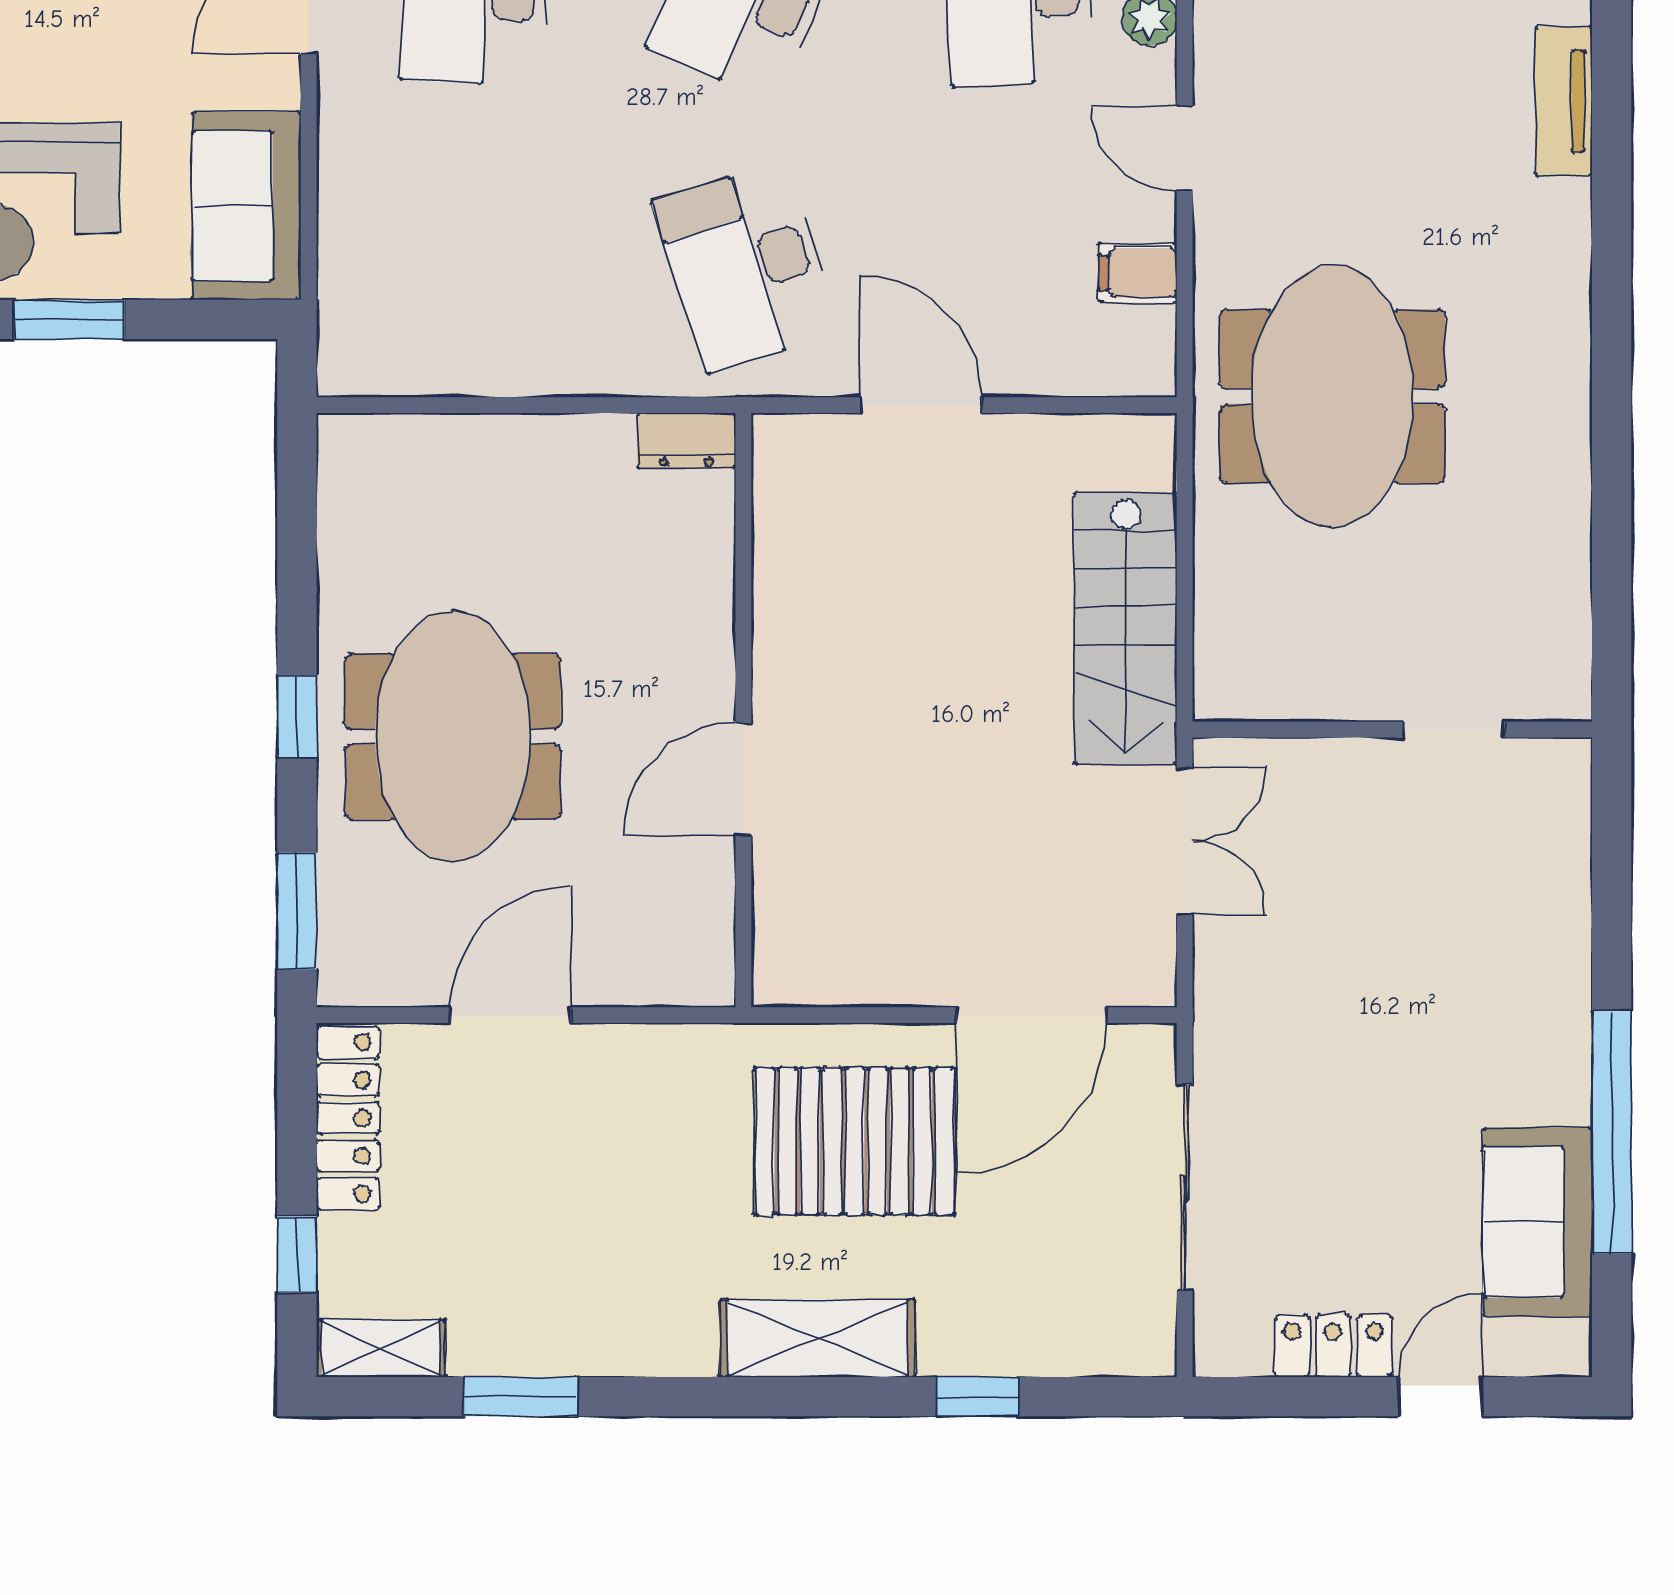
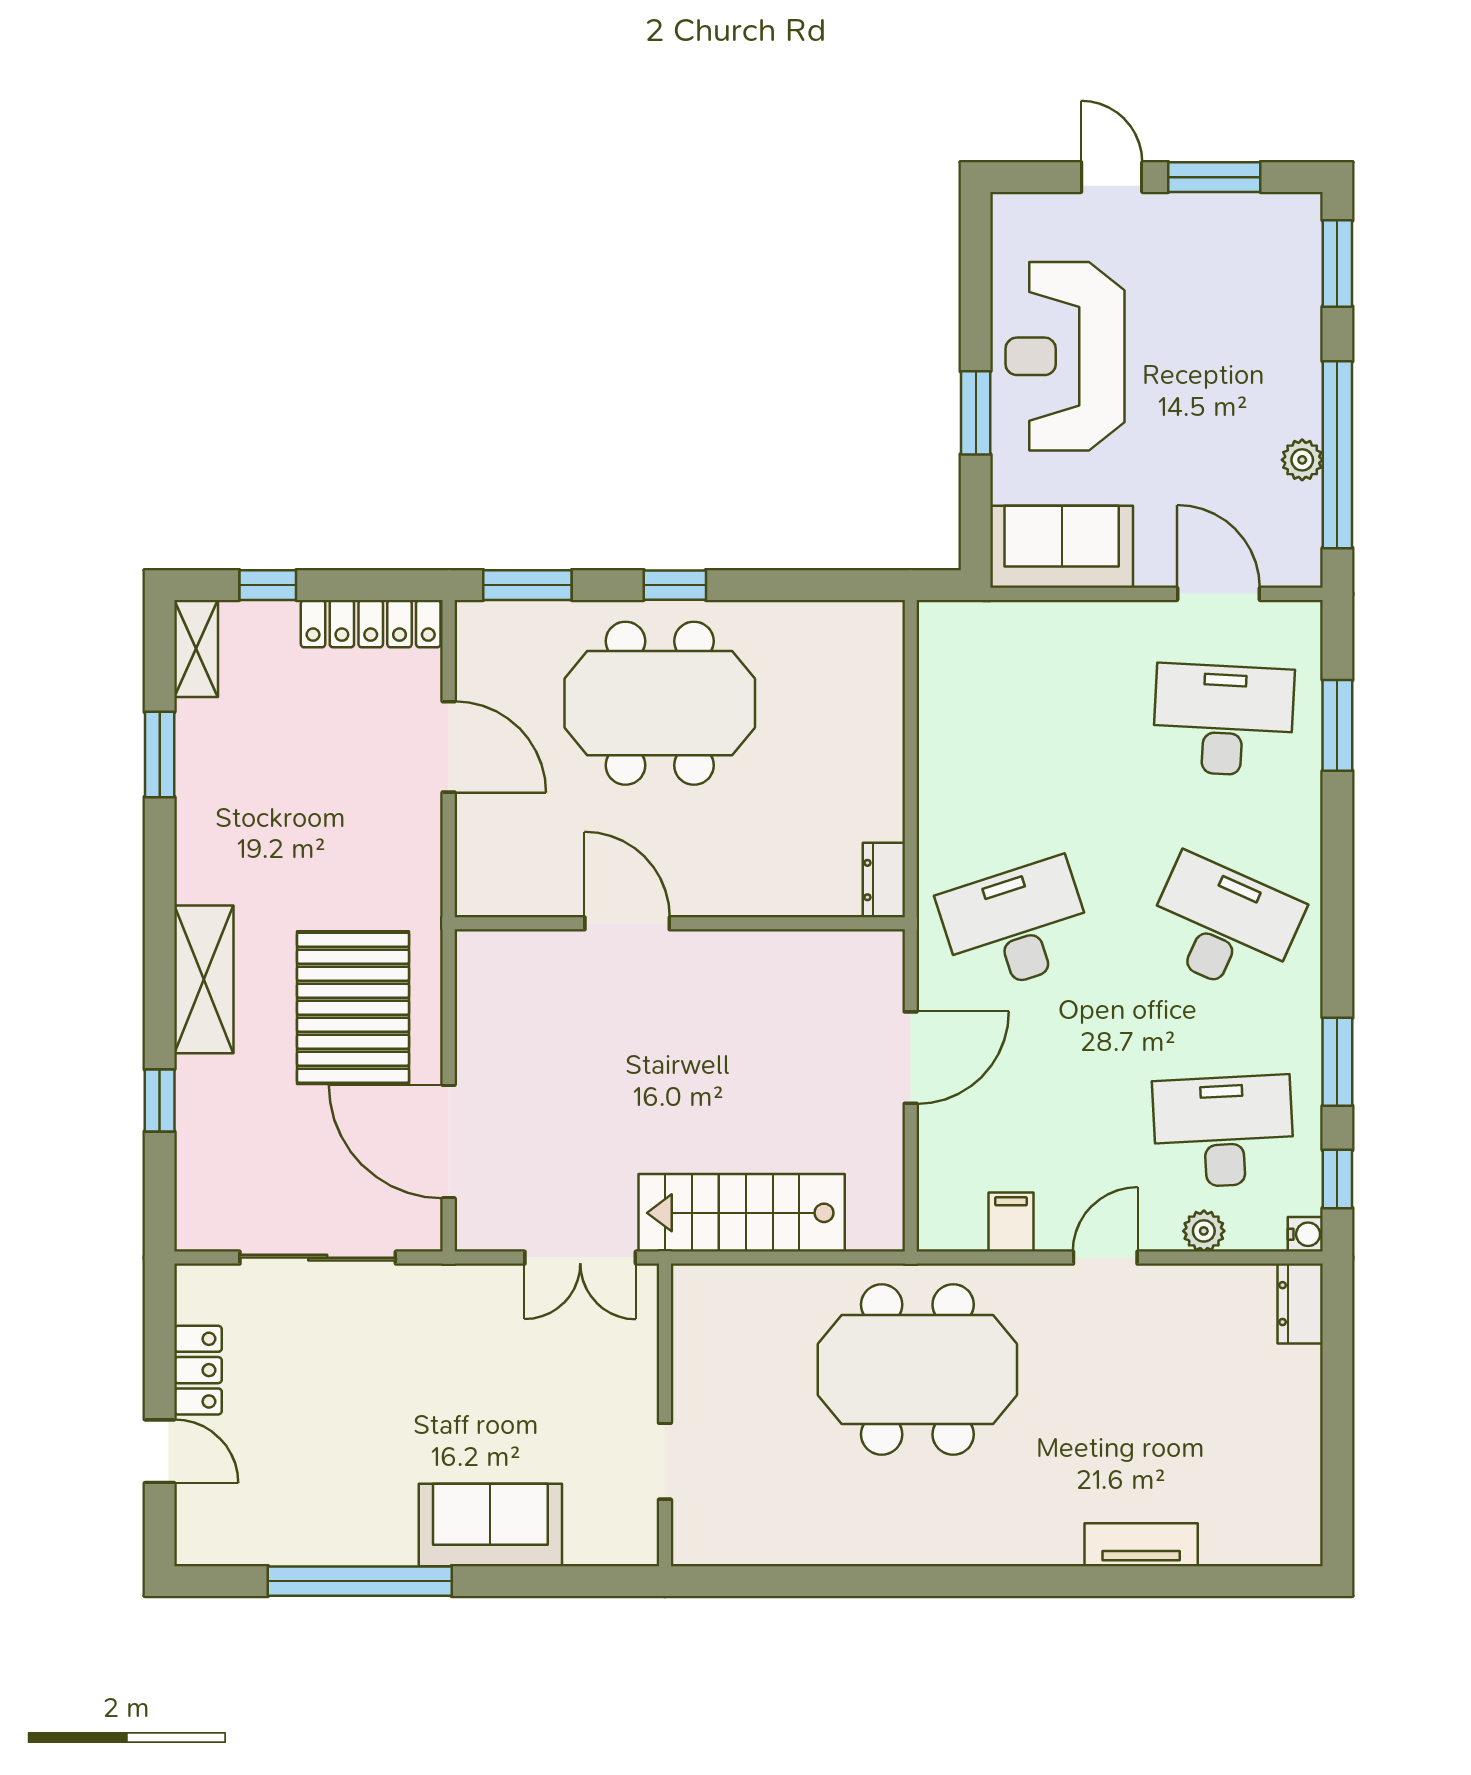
sofa: (1538, 1222) -> (490, 1525), moved

